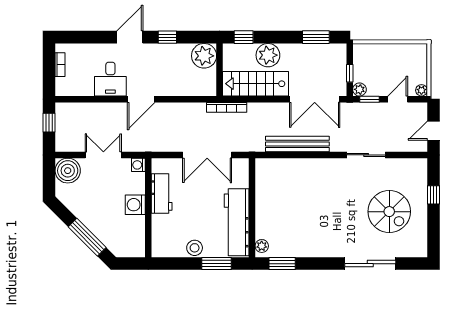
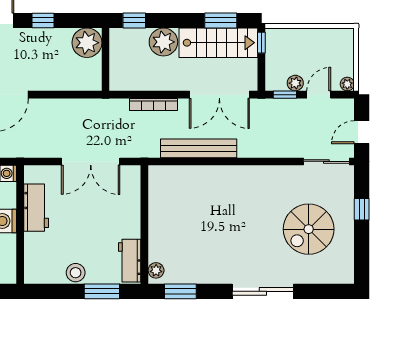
window: (350, 73) -> (261, 43), moved
stairs: (255, 84) -> (218, 43), moved, turned 180
plant: (359, 89) -> (295, 83), moved
bookcase: (227, 107) -> (154, 105), moved
sliding door: (366, 155) -> (326, 161), moved
spiral stairs: (389, 212) -> (309, 229), turned 90
workbench: (237, 222) -> (130, 261), width x0.53, depth x0.76
sliding door: (370, 264) -> (263, 291), moved

